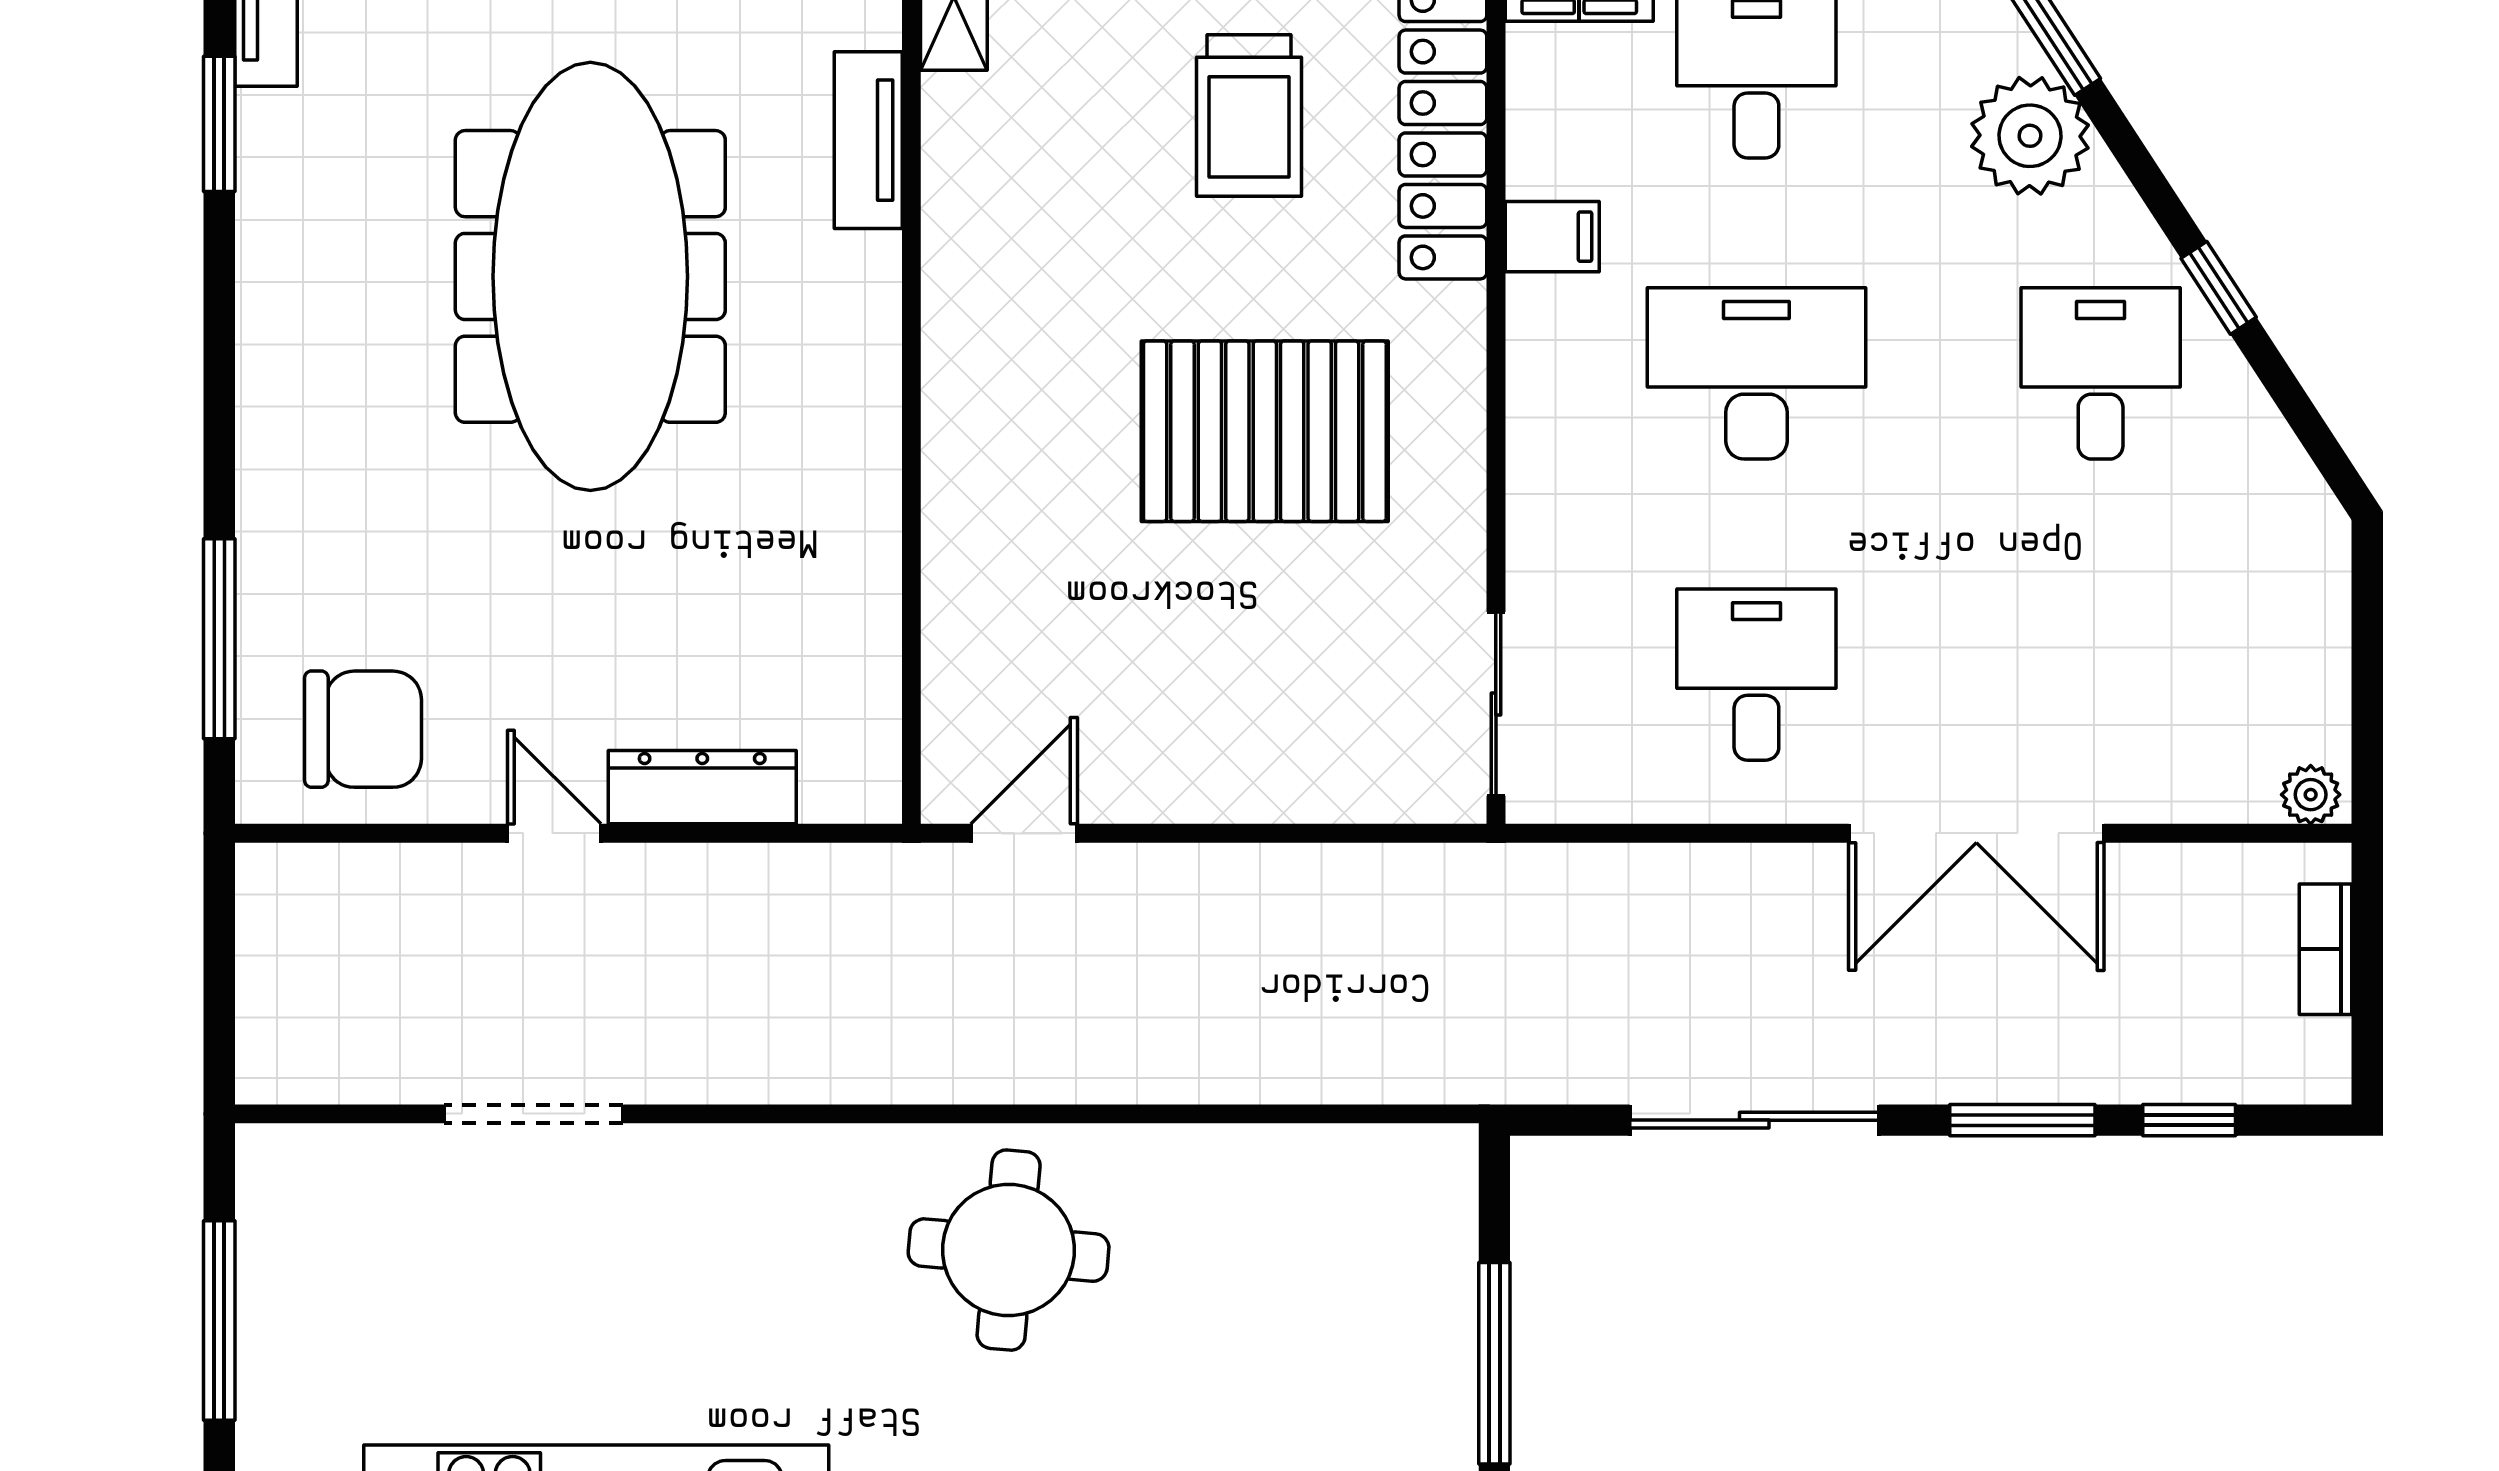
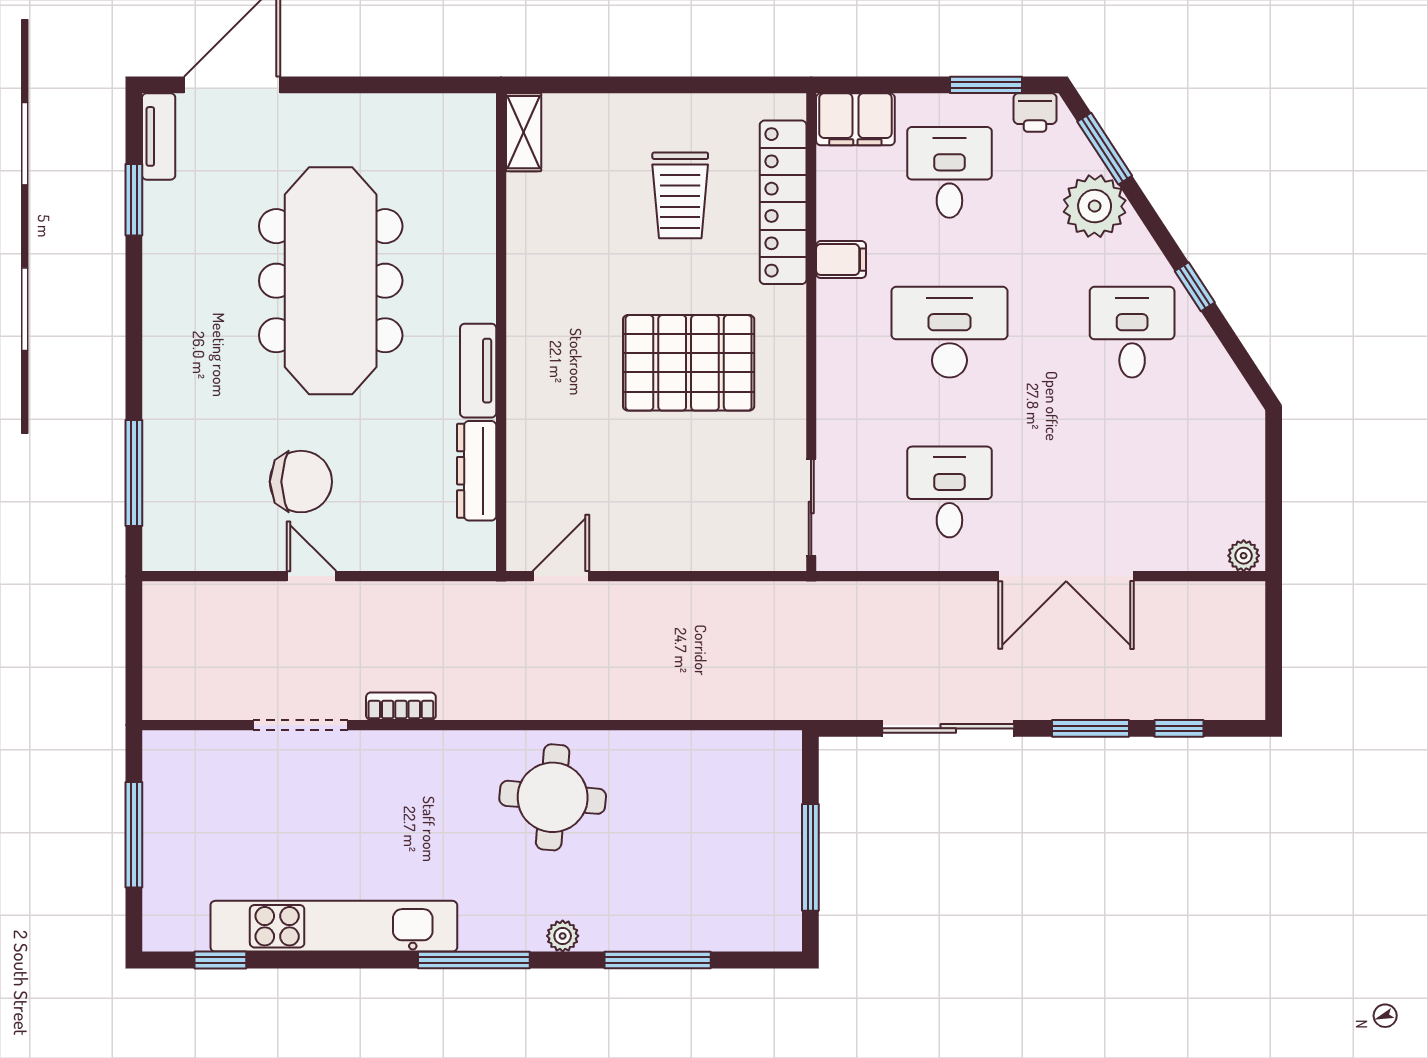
tv unit: (868, 140) -> (478, 371), moved
chair: (363, 729) -> (301, 482), moved
dresser: (702, 787) -> (477, 471), moved, turned -90
bookcase: (2326, 949) -> (401, 706), moved, turned 90

